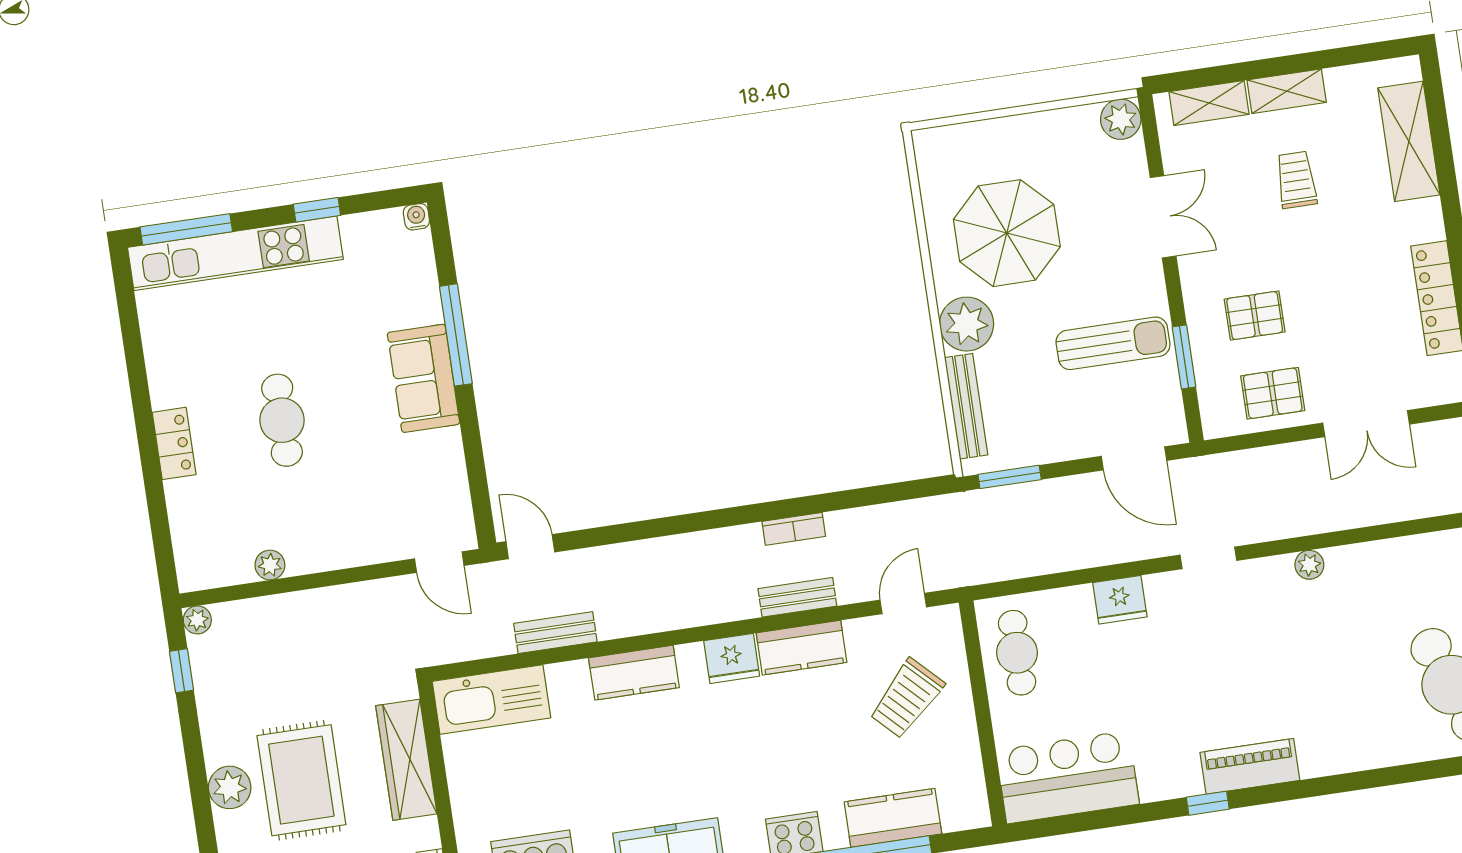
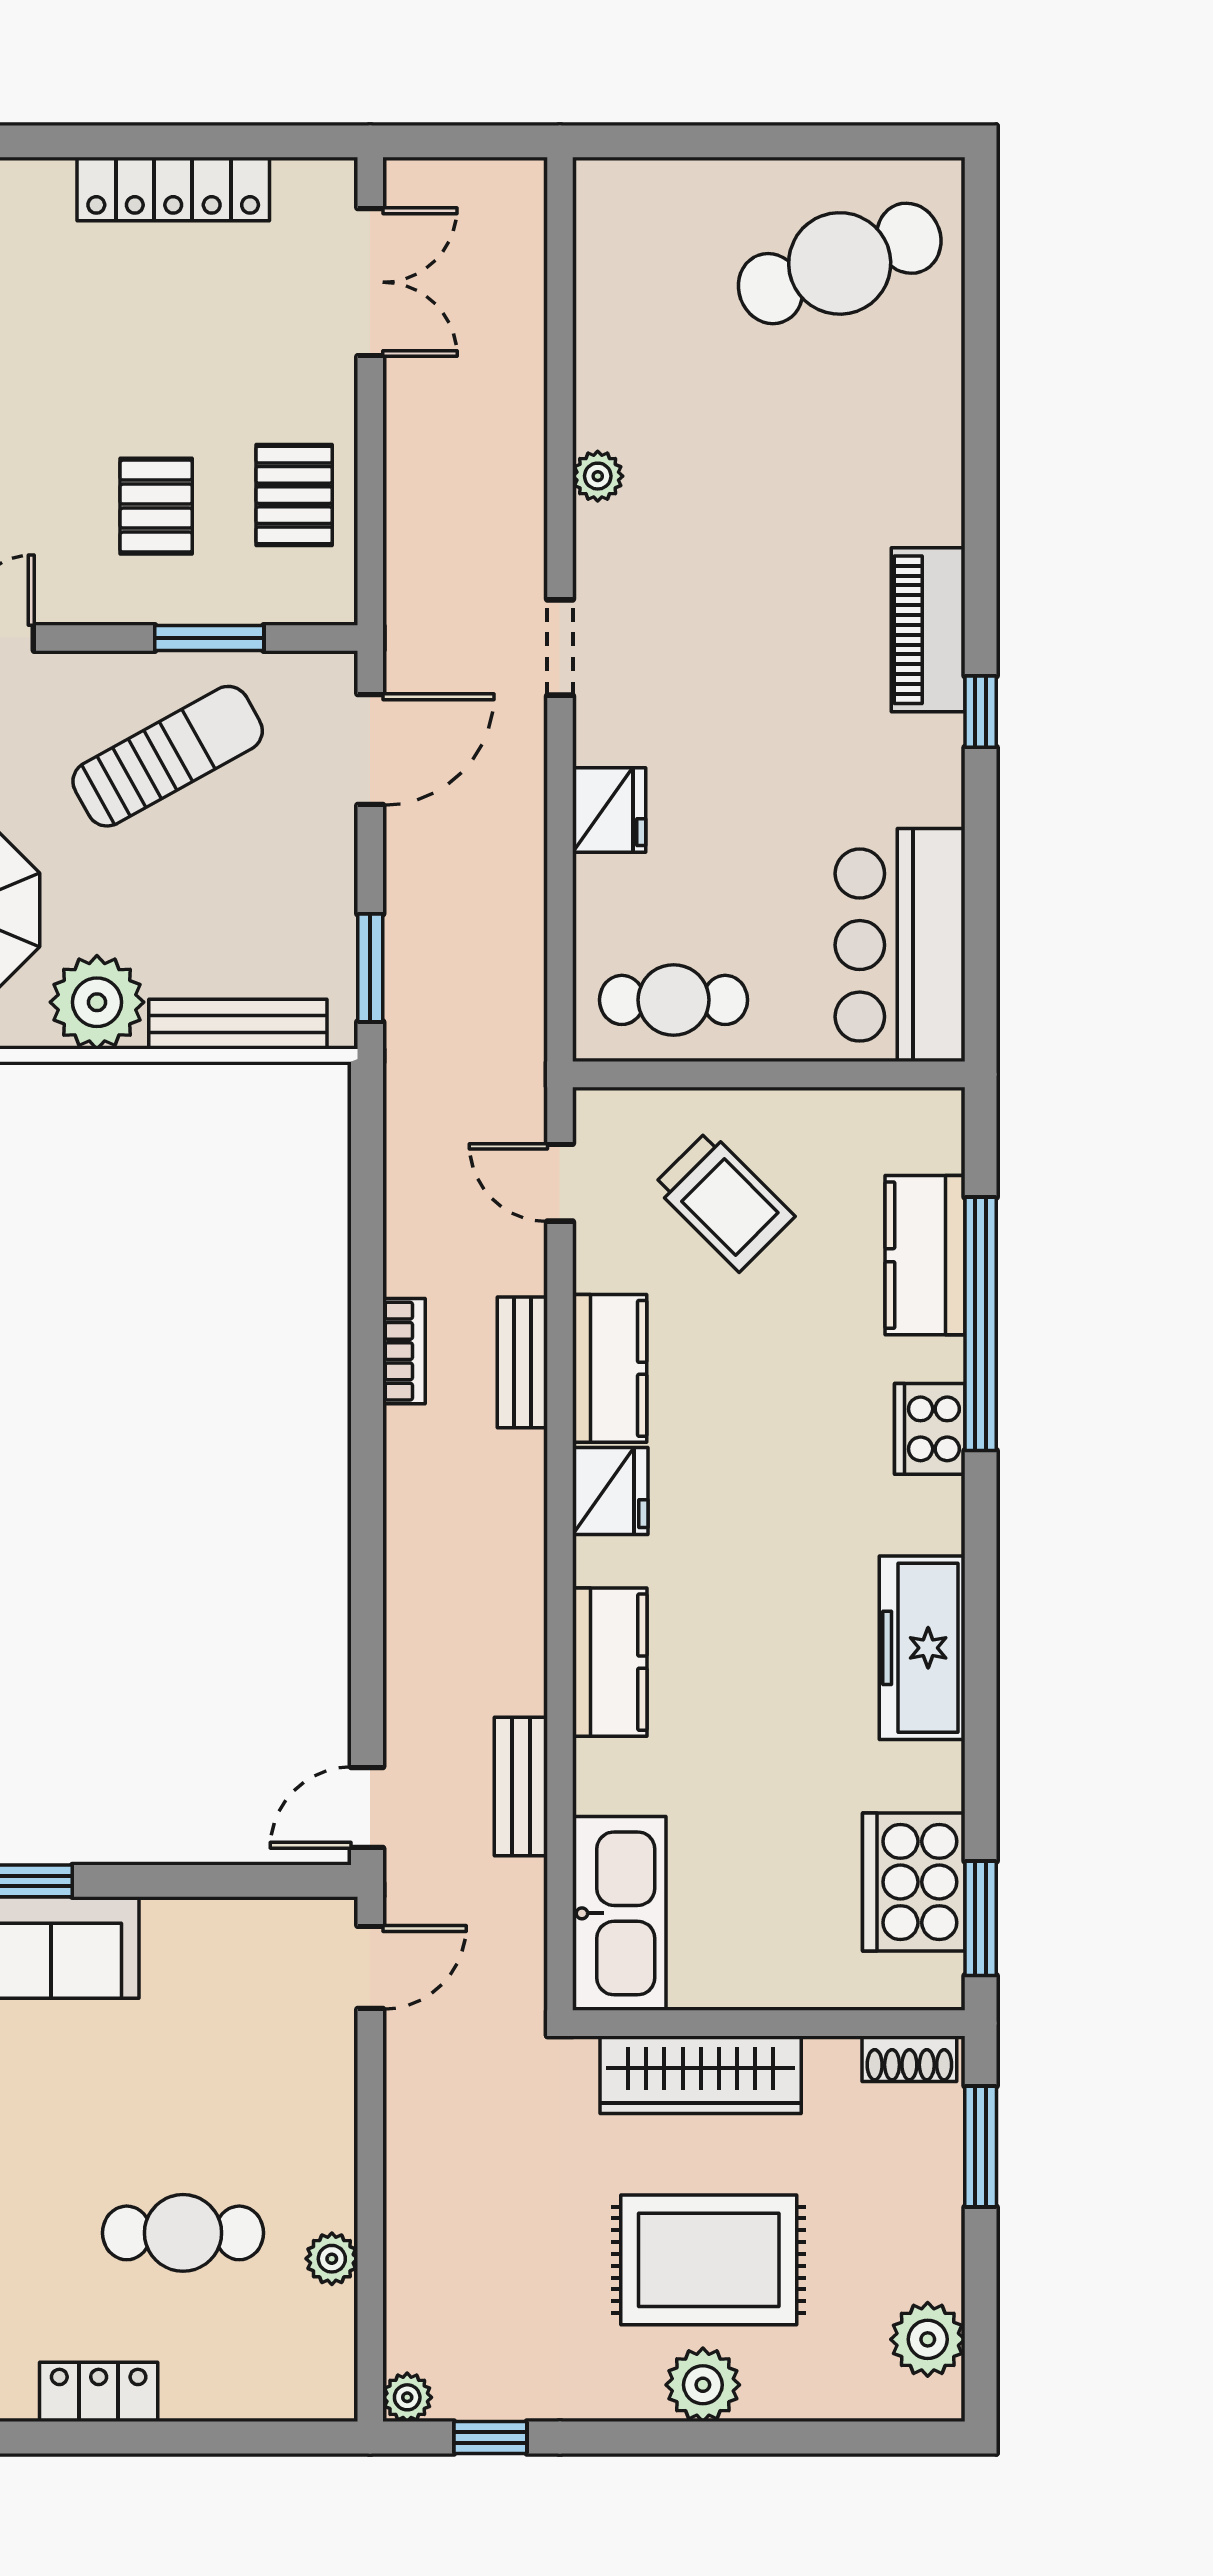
sun lounger: (1113, 343) -> (168, 756), turned 61
cafe table: (282, 420) -> (183, 2233), moved
double door: (1366, 424) -> (370, 282), moved

